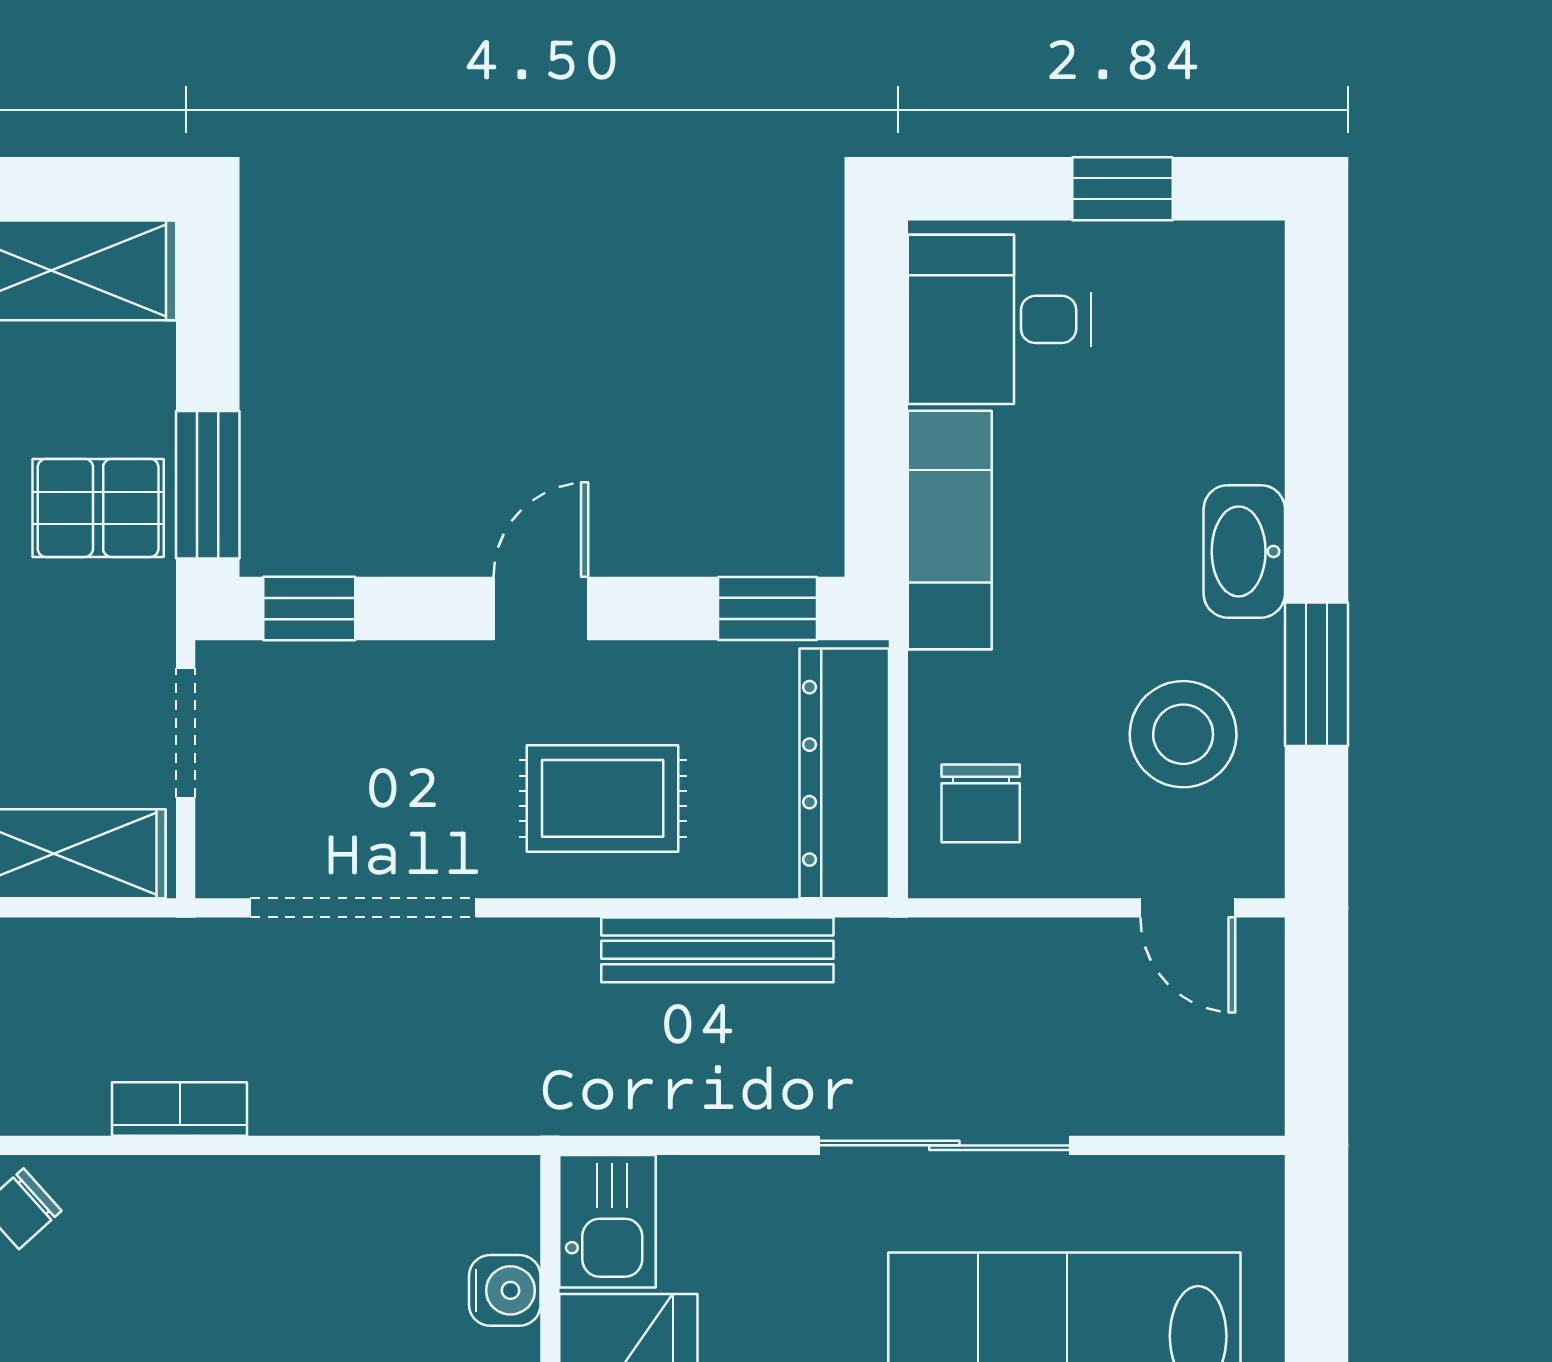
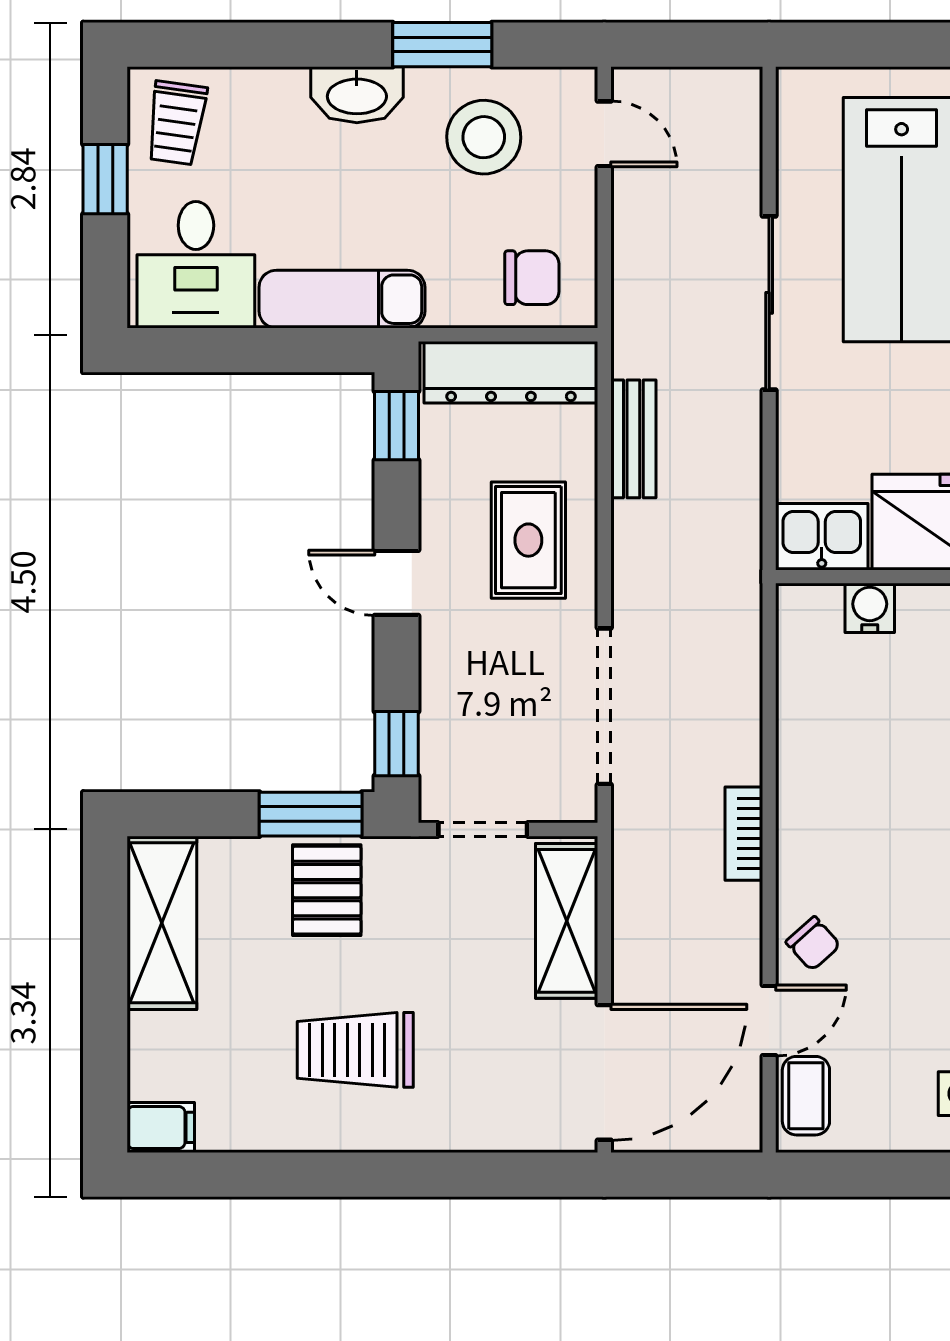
trolley: (1204, 291) -> (176, 123), added
door: (1188, 908) -> (604, 134), hinge flipped
bench: (717, 950) -> (633, 439), width x0.73

